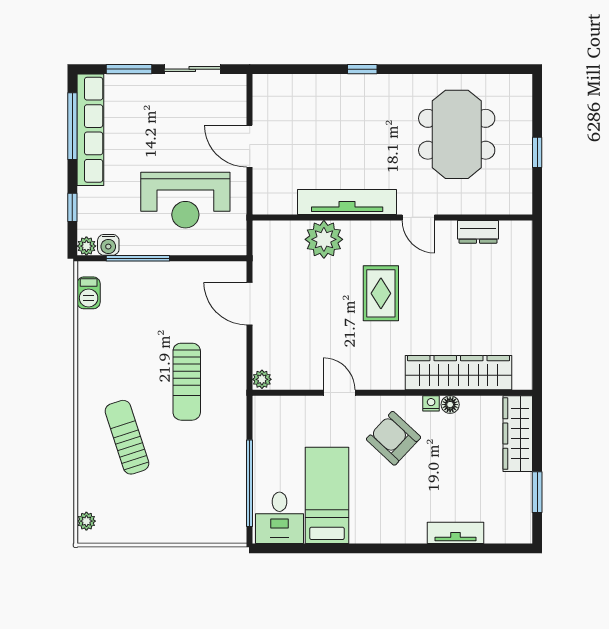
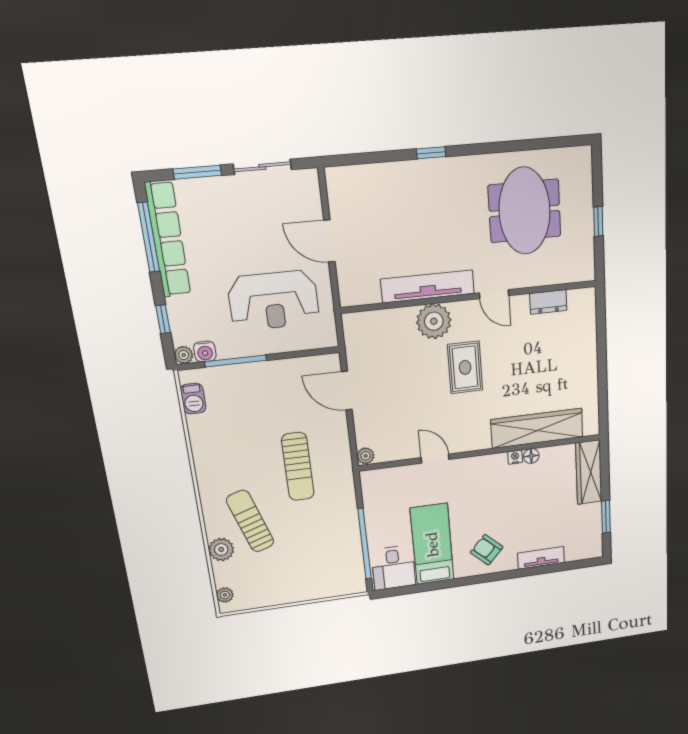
plant: (324, 239) -> (434, 321), moved
armchair: (393, 438) -> (487, 550), moved, width x0.72, depth x0.72
plant: (91, 466) -> (221, 549), added

